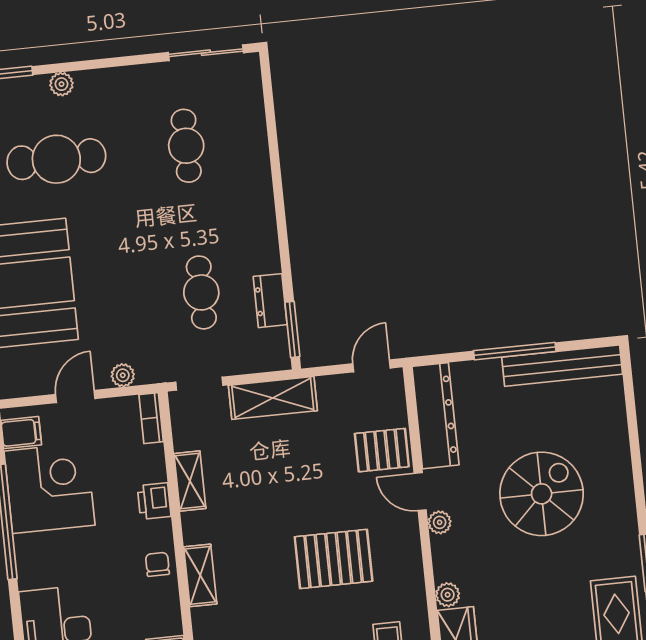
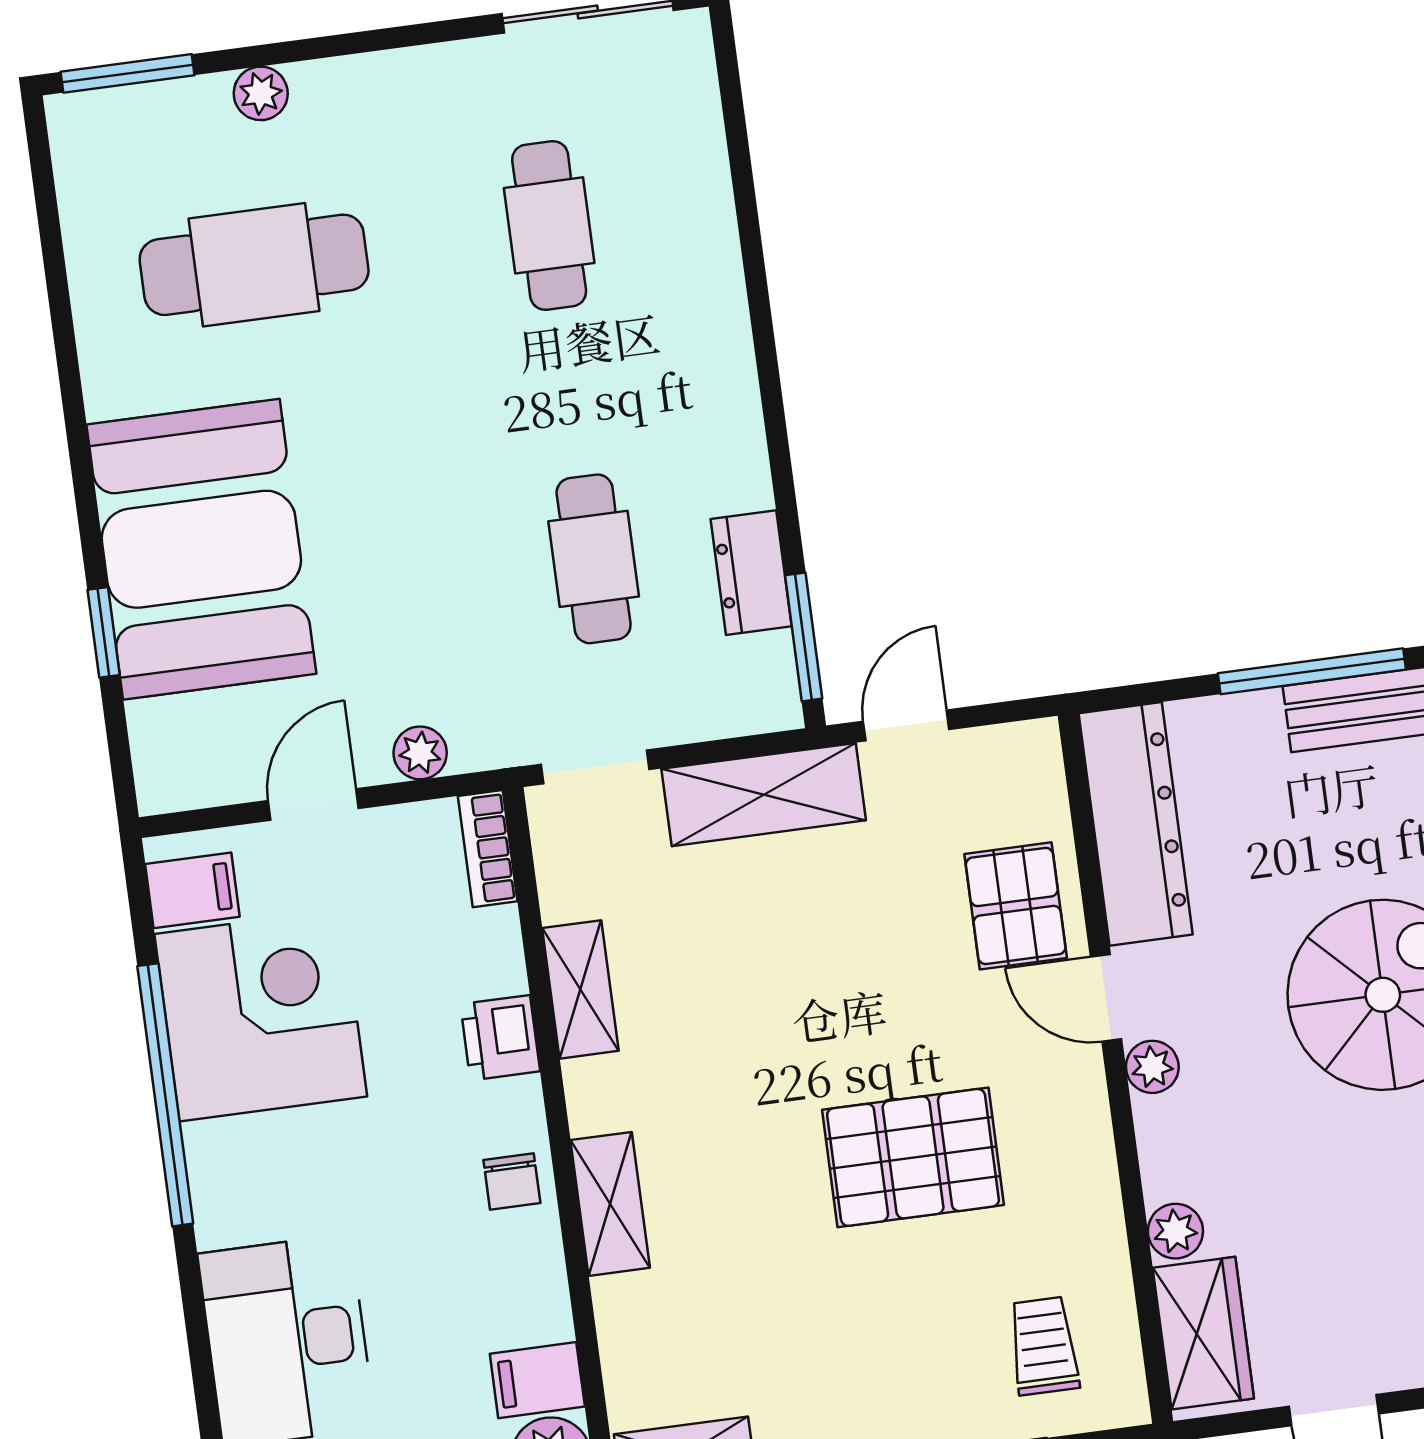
door: (372, 366) -> (906, 725), moved
pallet: (382, 450) -> (1016, 906), turned 90
chair: (157, 564) -> (512, 1181), turned 180

